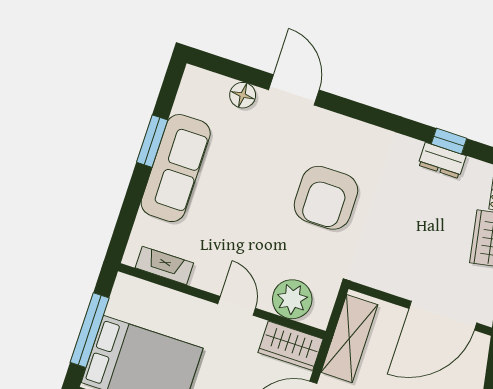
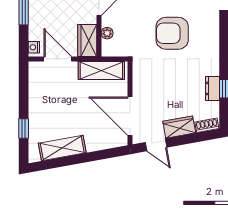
plant: (292, 299) -> (107, 33), width x0.53, depth x0.53

